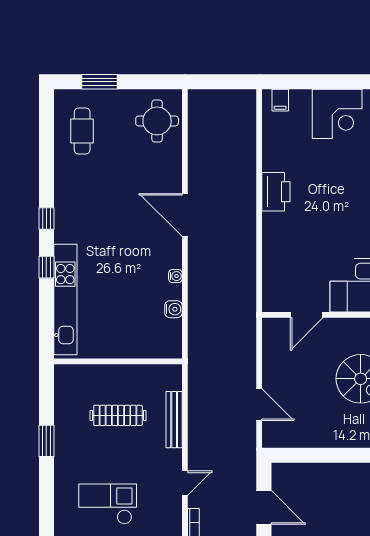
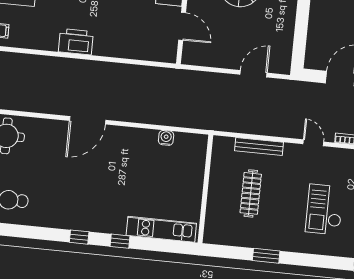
water cooler: (175, 276) -> (138, 133), removed
kitchen unit: (65, 300) -> (161, 229), width x0.73

